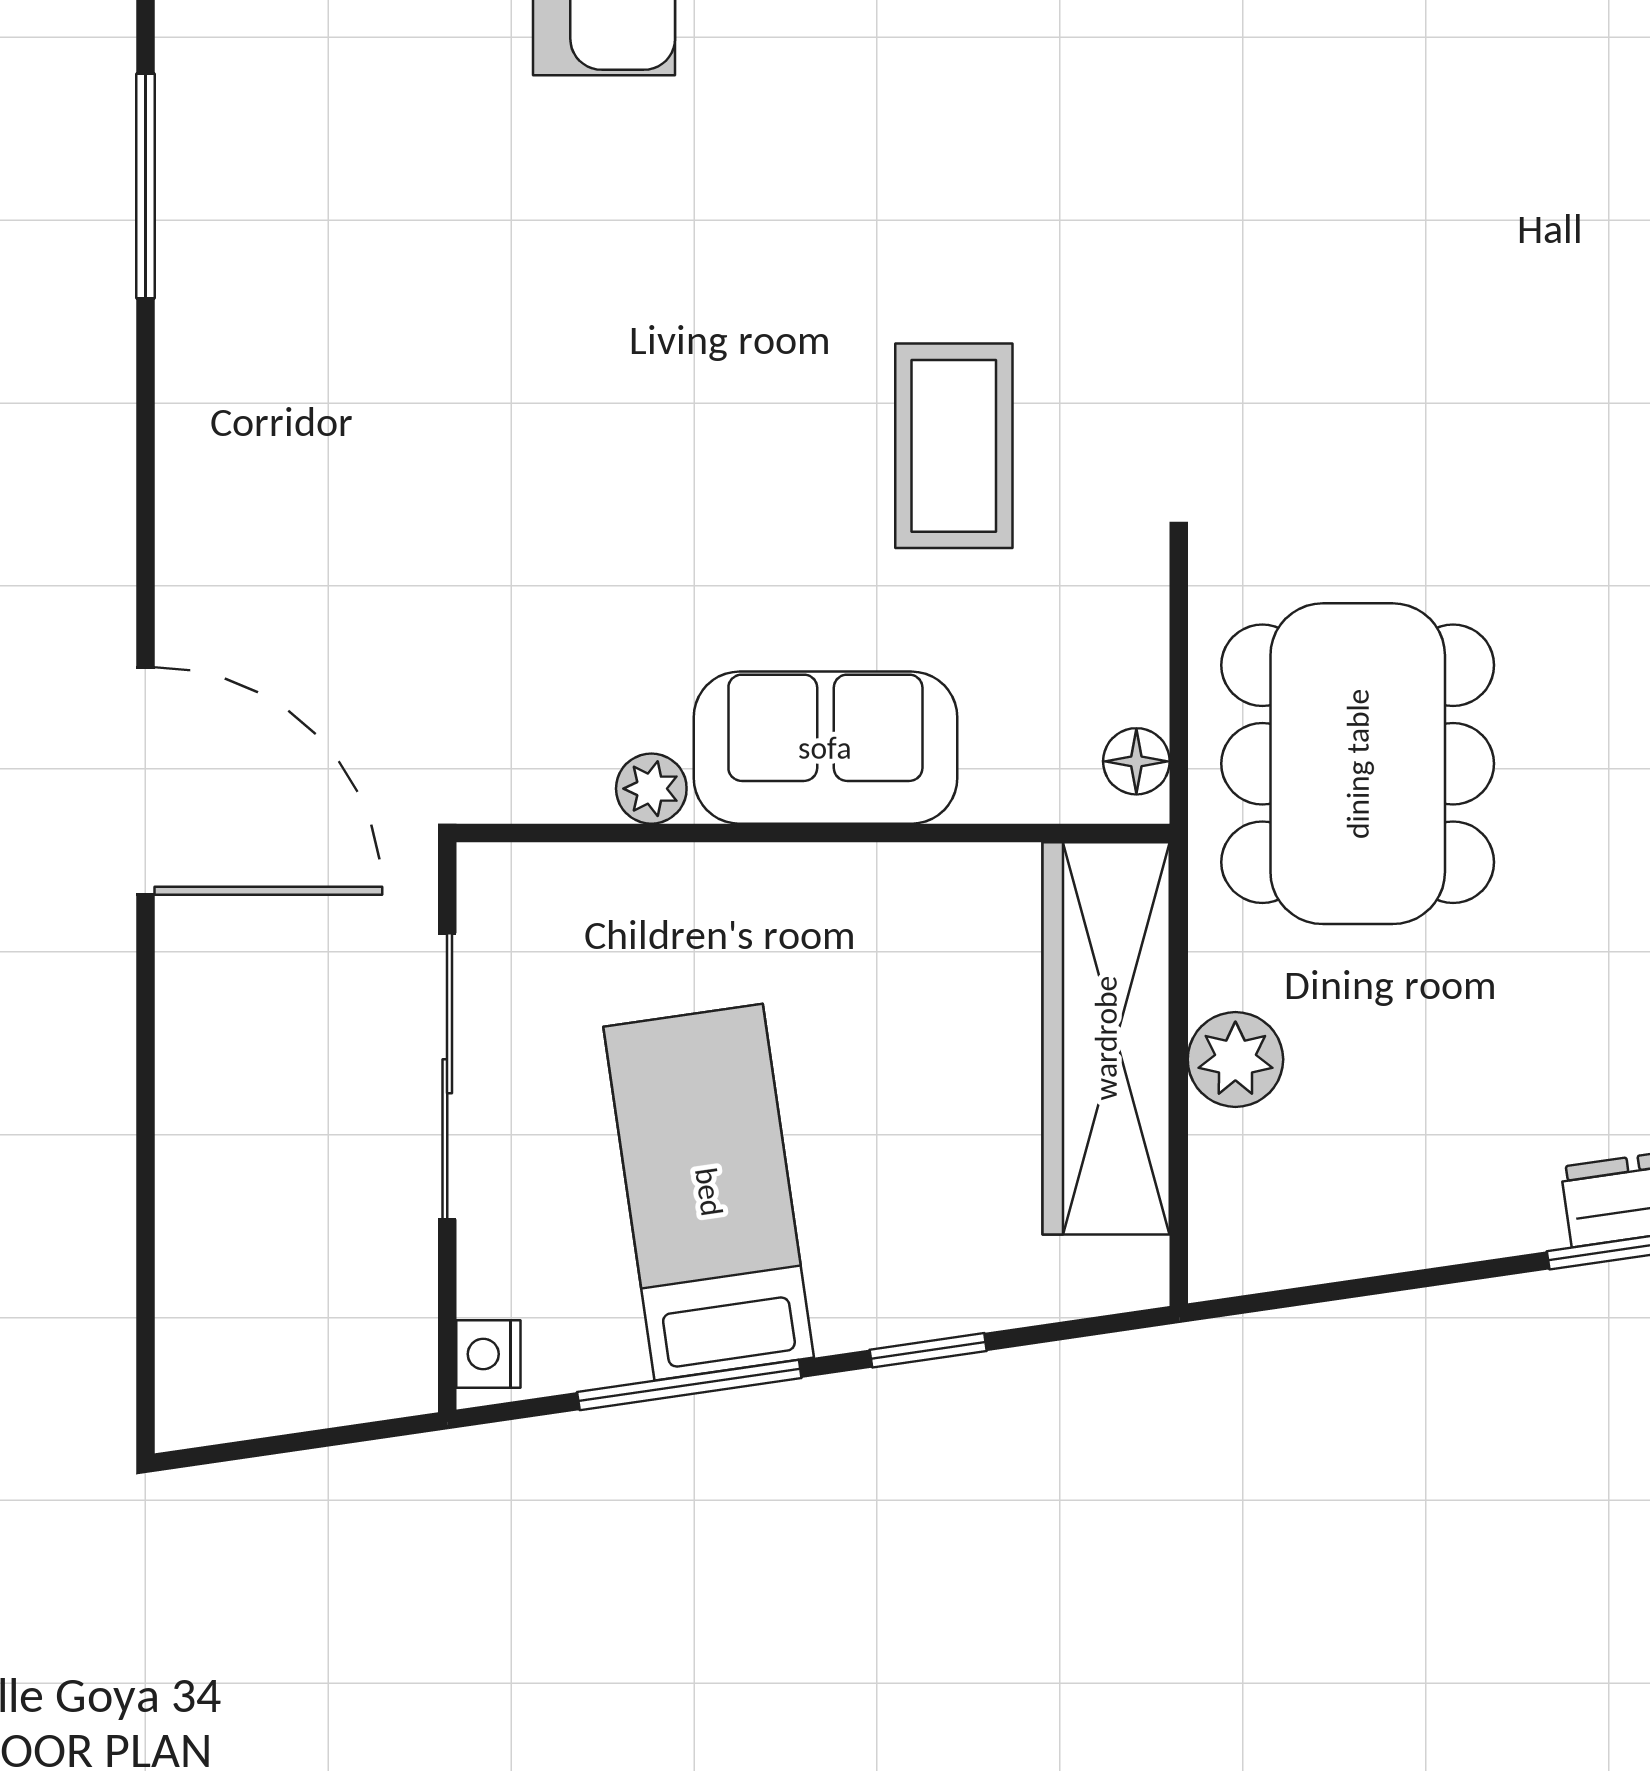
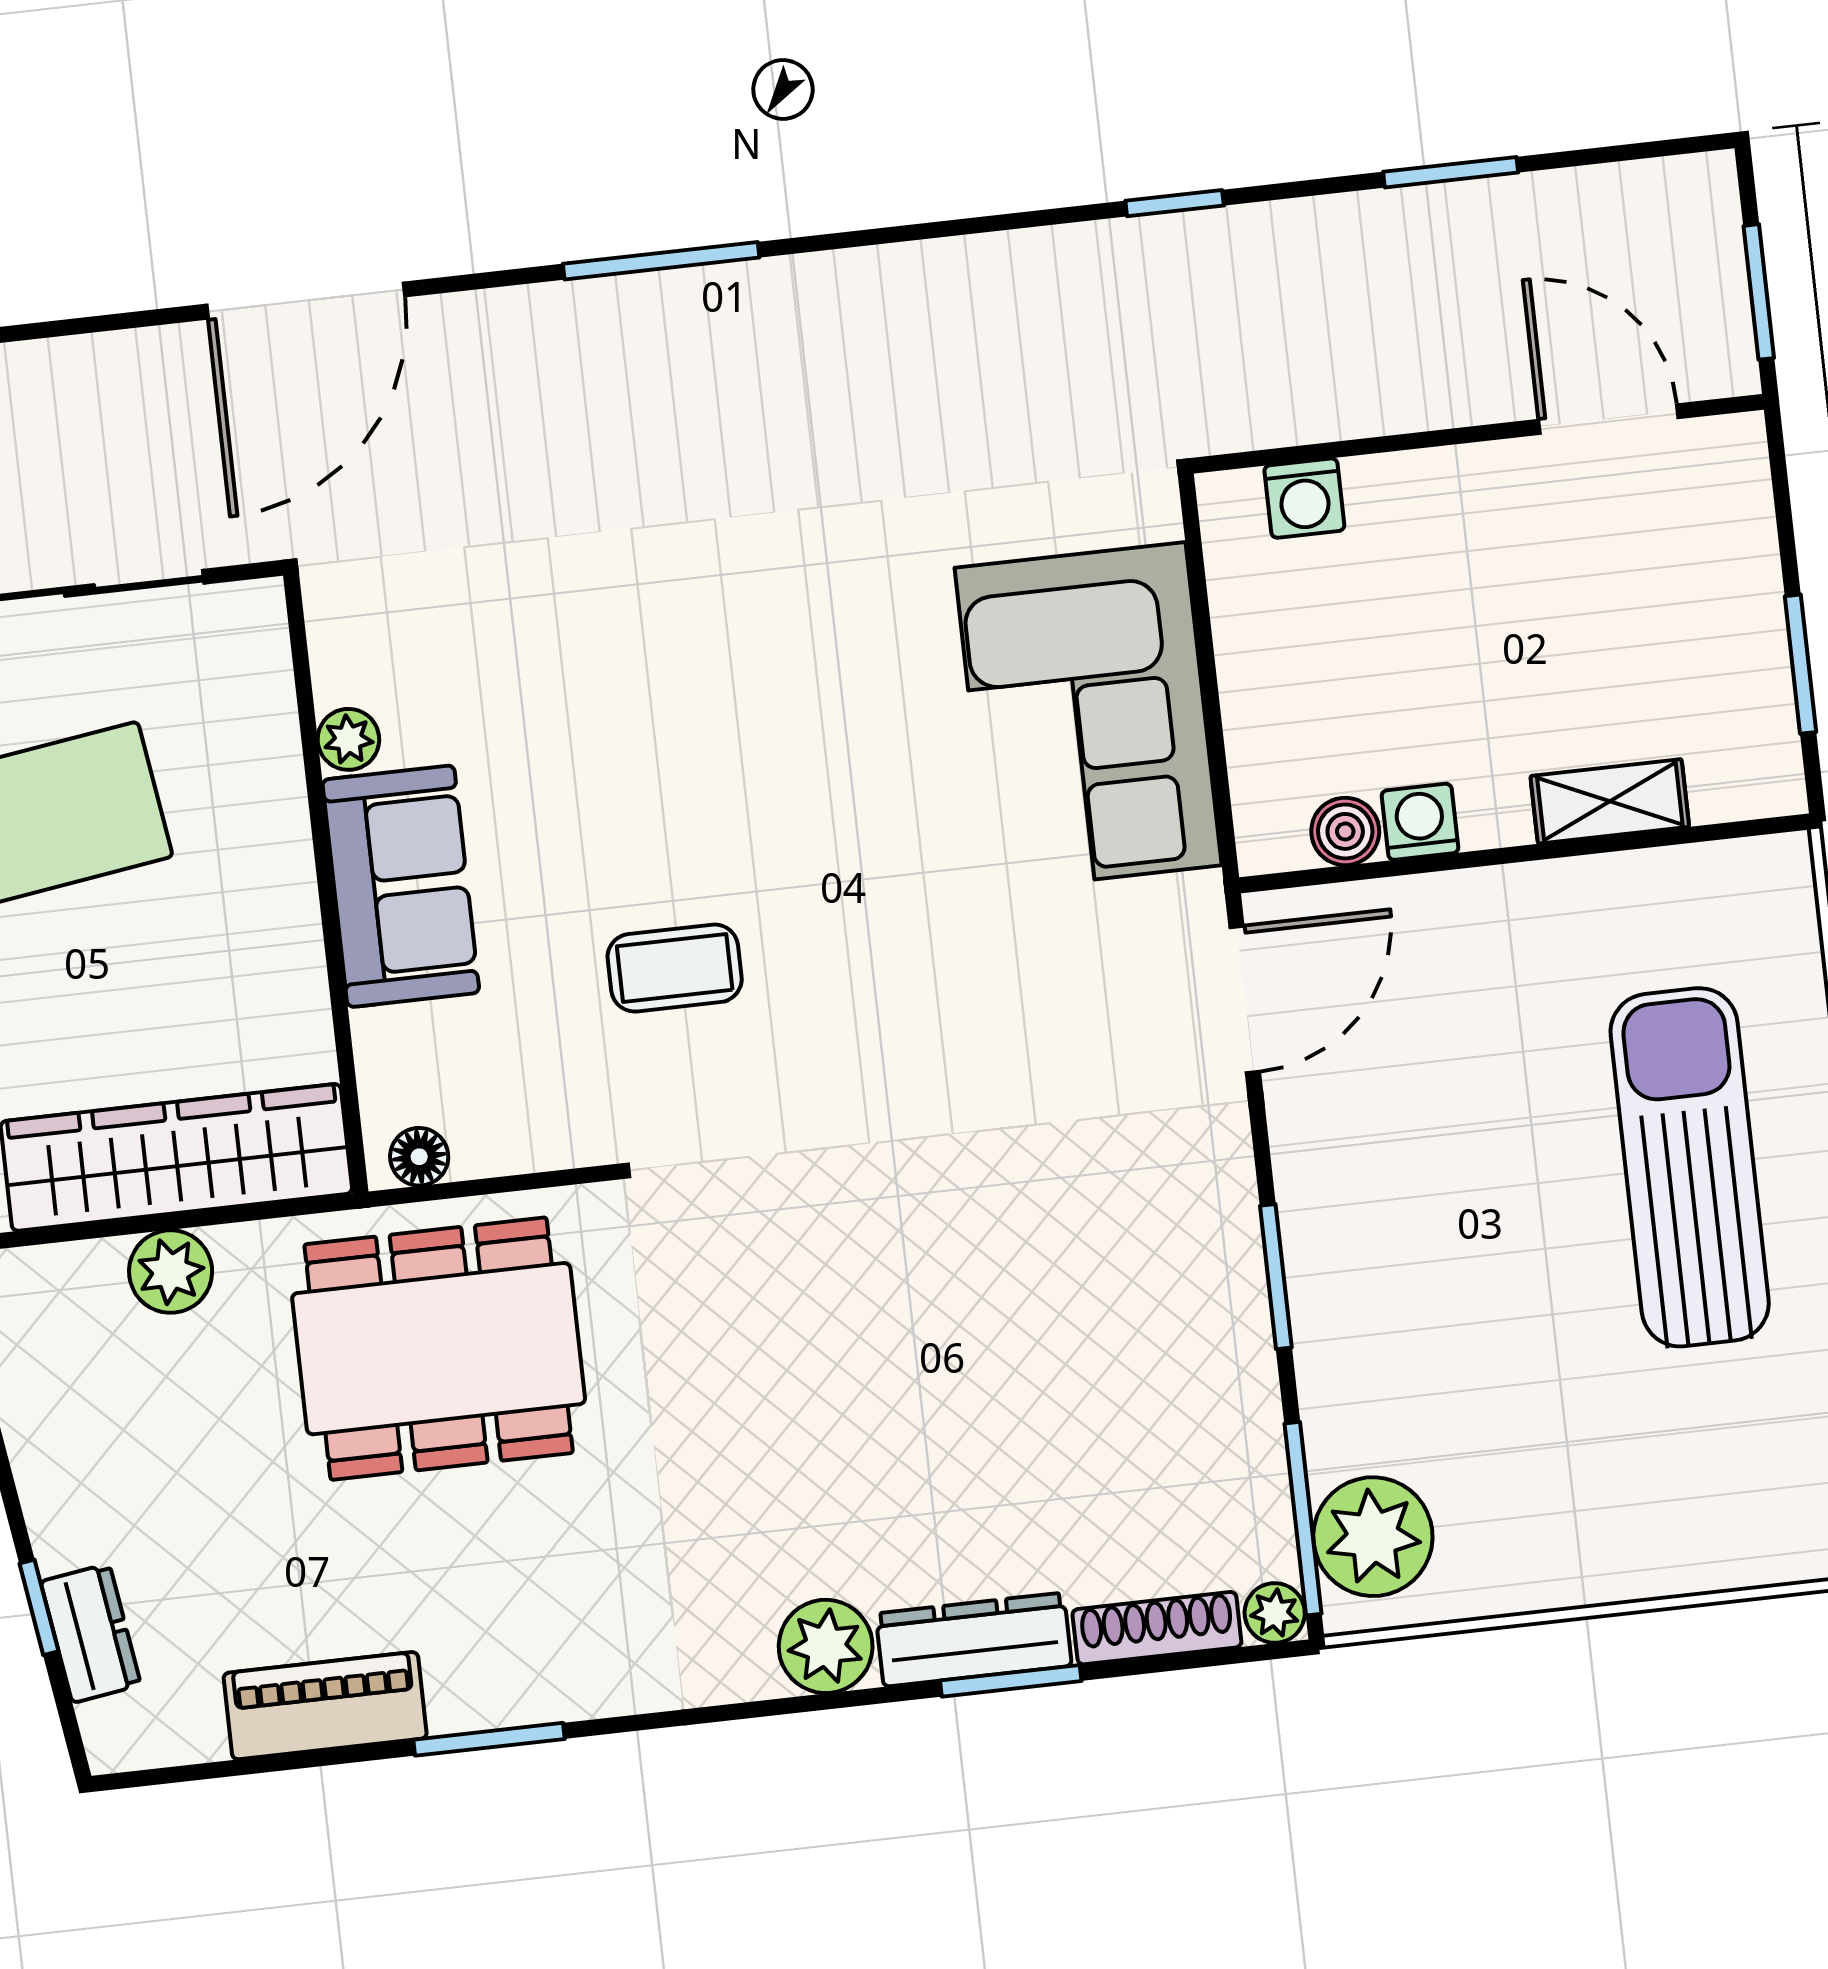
window: (145, 186) -> (661, 261), moved
coffee table: (954, 446) -> (675, 968), width x0.73, depth x0.77

